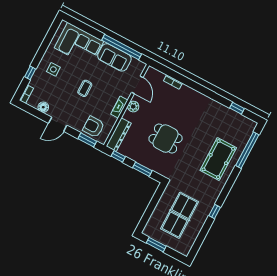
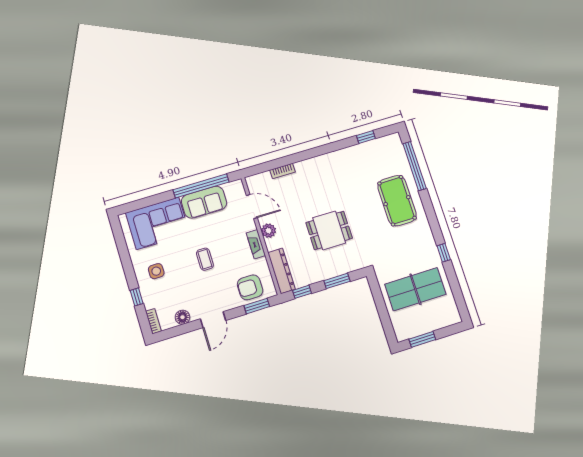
table tennis table: (180, 215) -> (415, 289), turned 90

